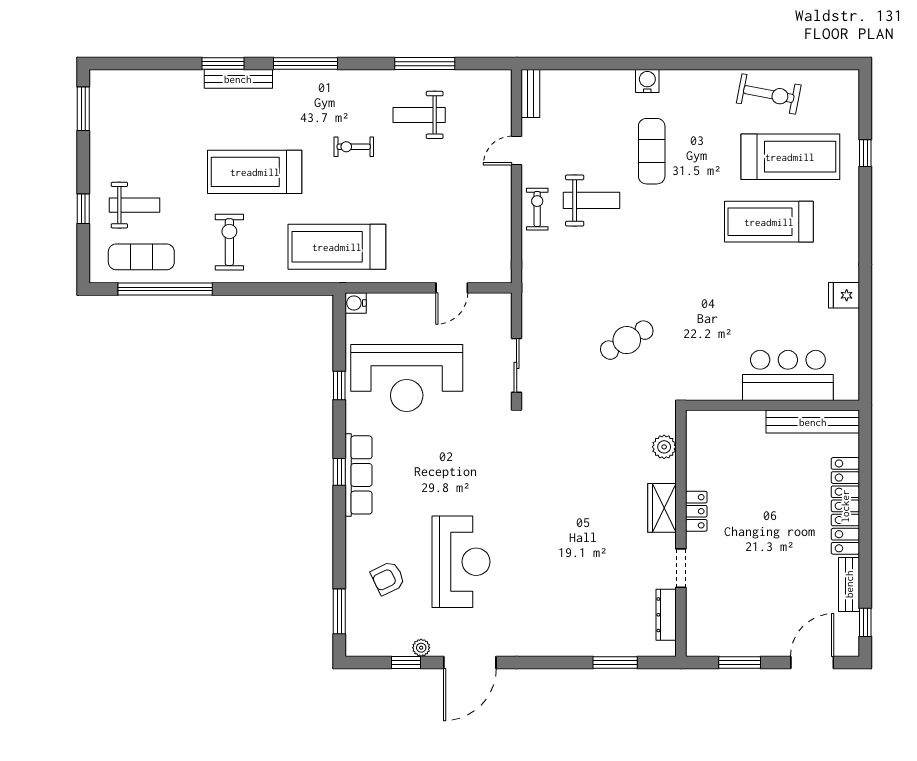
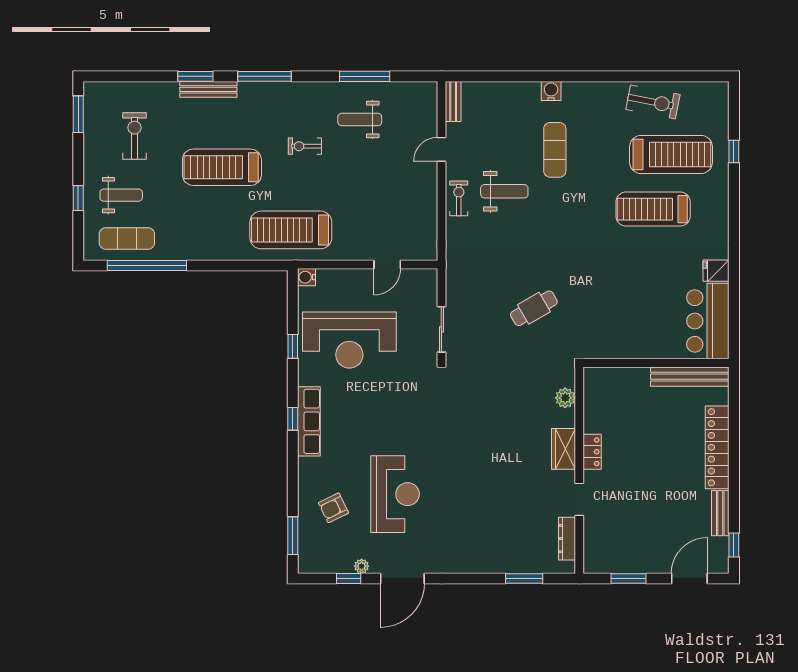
exercise bike: (229, 242) -> (135, 136), moved
bar counter: (788, 375) -> (708, 321), moved, turned -90

